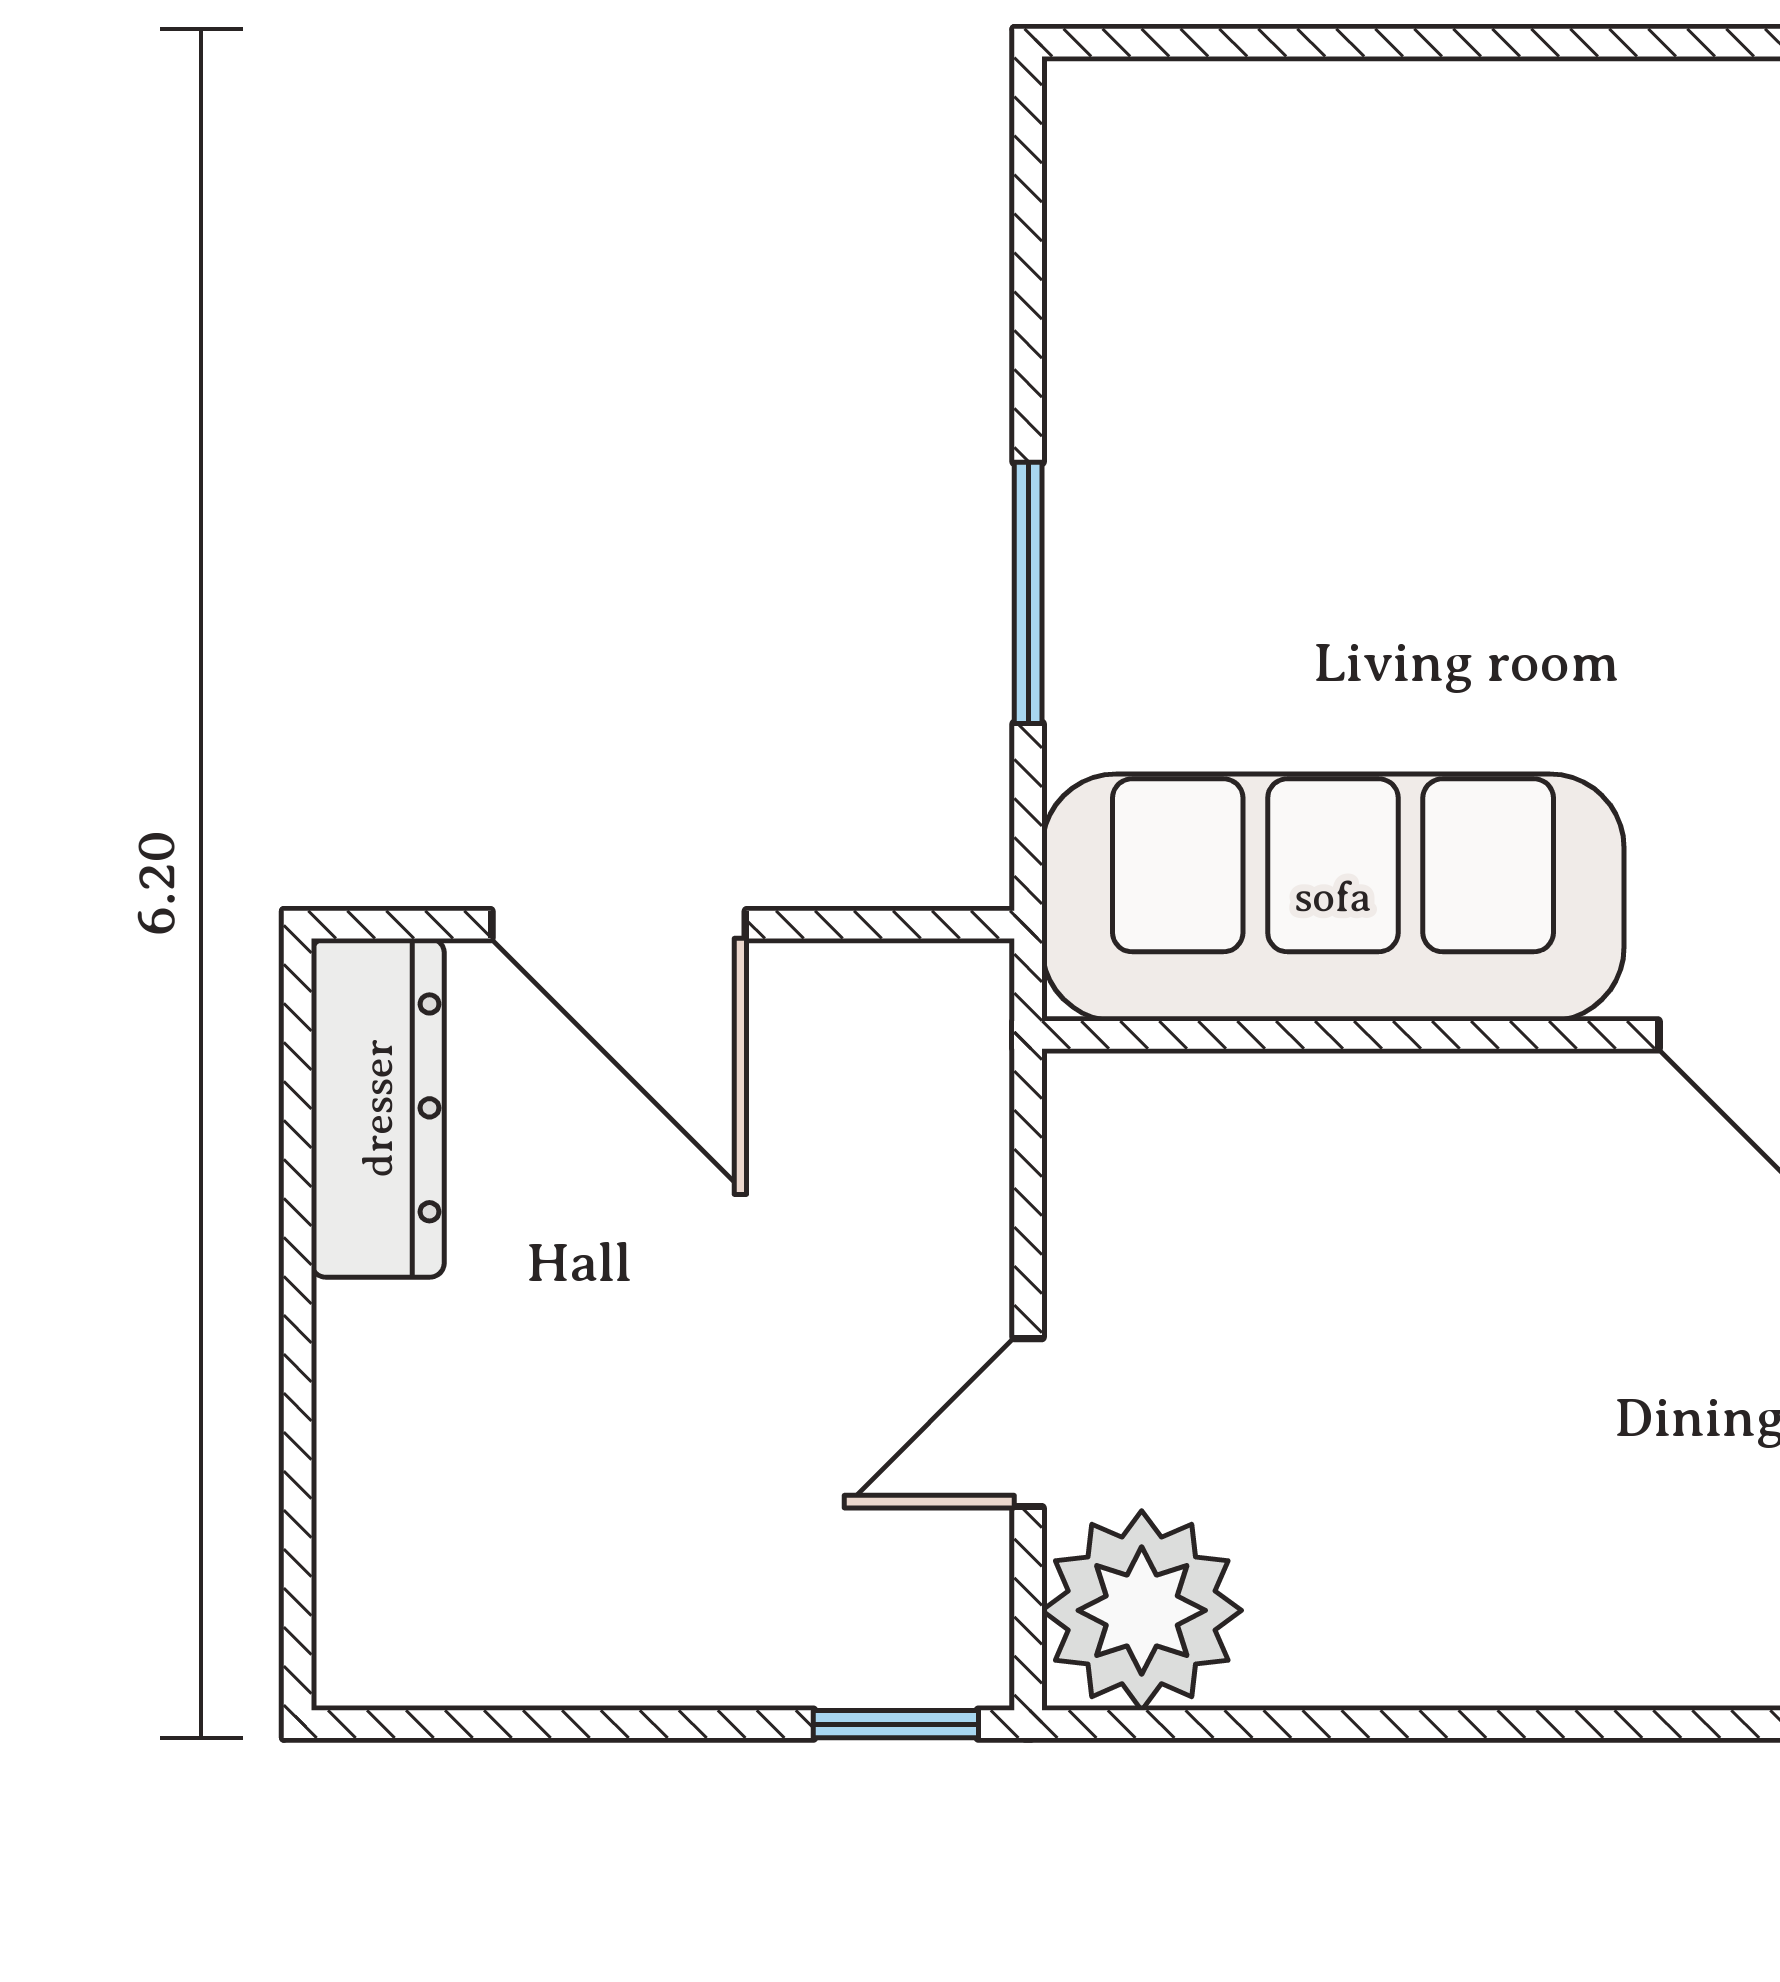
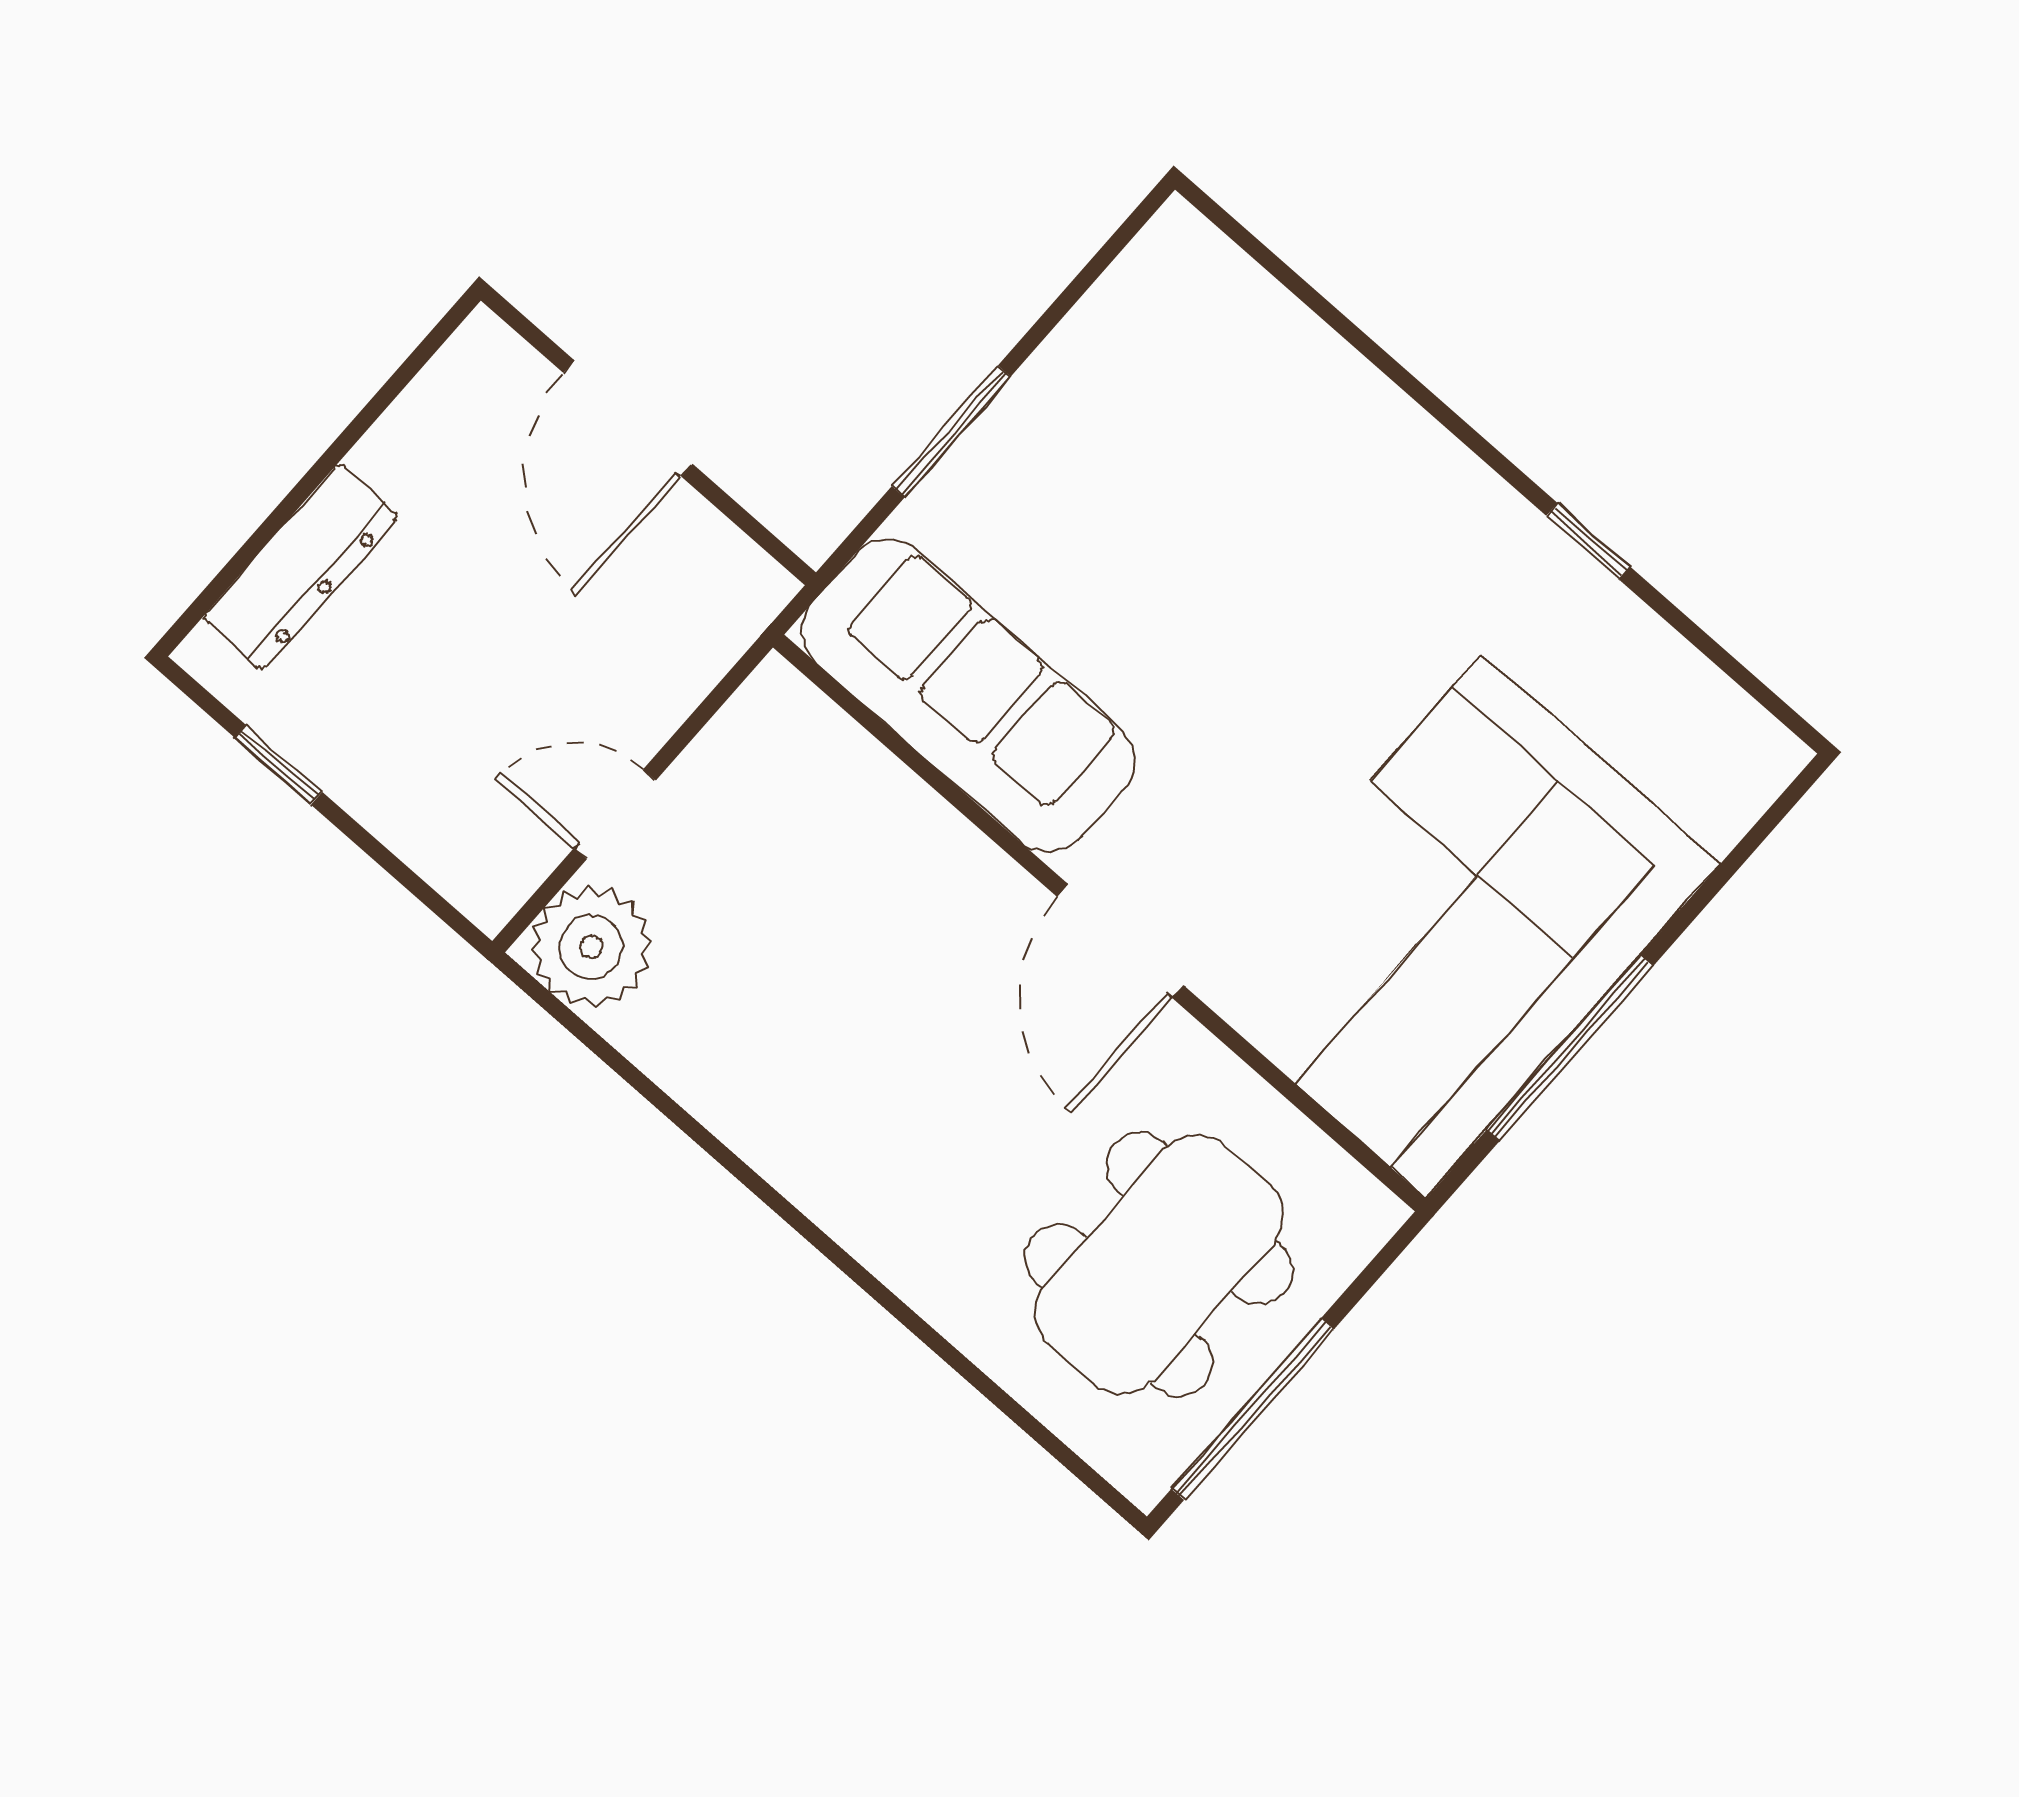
dresser: (378, 1108) -> (301, 567), moved
window: (896, 1724) -> (278, 765), moved

